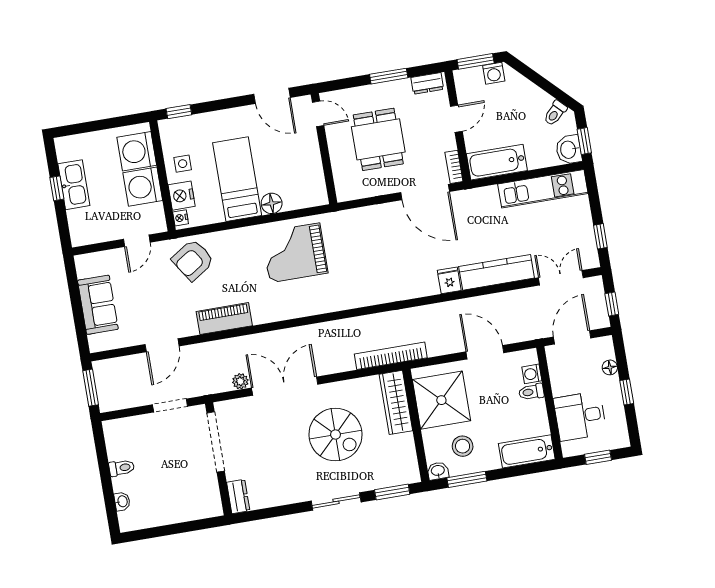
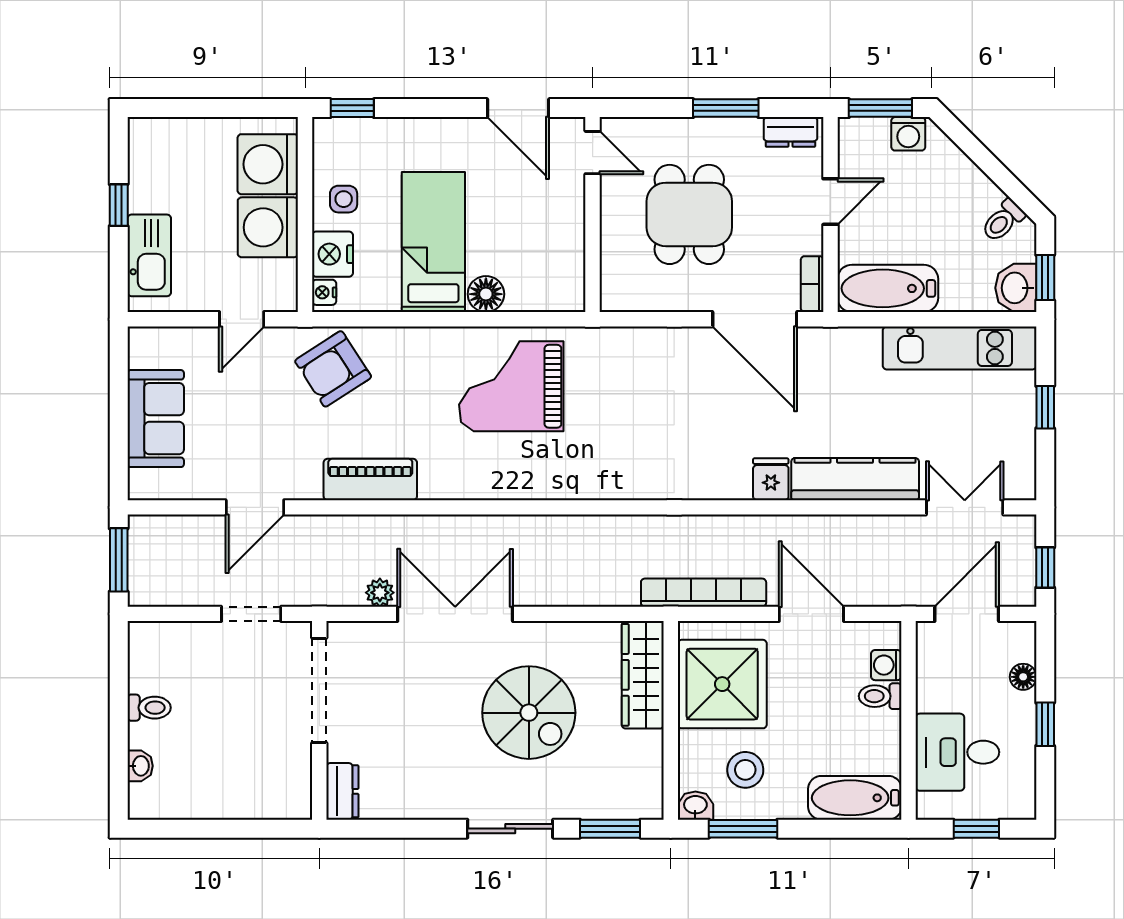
kitchen sink: (74, 185) -> (149, 255), moved
window: (600, 236) -> (1045, 407), moved
bookcase: (391, 356) -> (704, 593), moved

